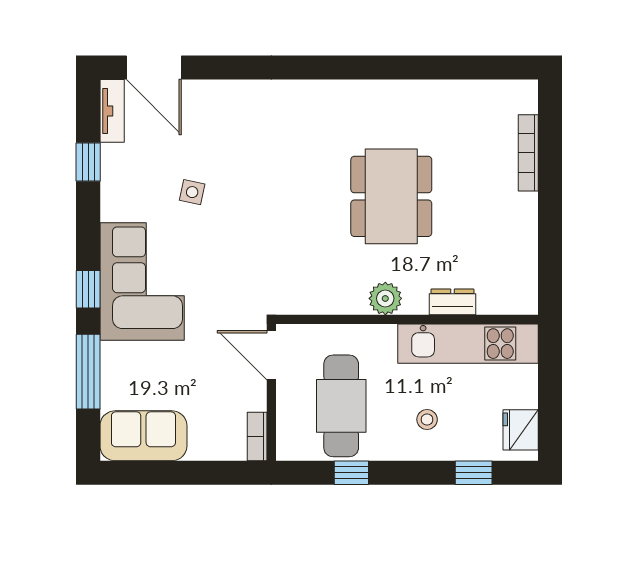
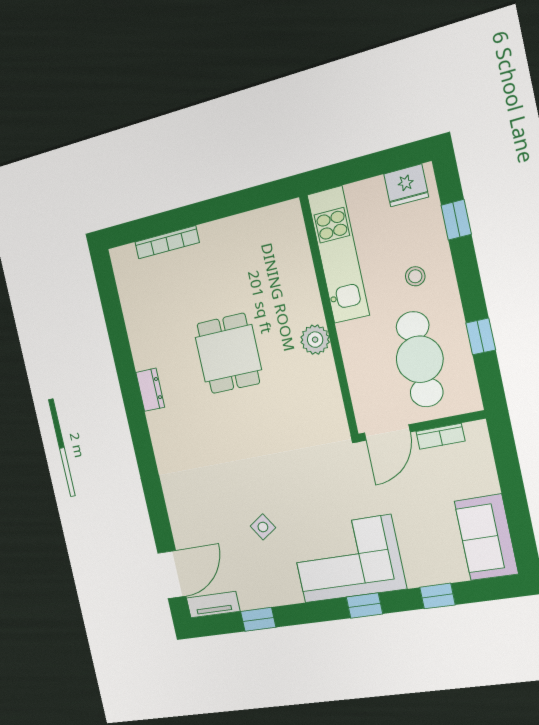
side table: (192, 192) -> (263, 527), turned 45
dining table: (391, 196) -> (228, 353), width x0.73
dresser: (452, 302) -> (150, 390), moved, turned 180
window: (88, 372) -> (437, 596), width x0.46
cafe table: (341, 406) -> (420, 359), turned 90
bookcase: (257, 437) -> (440, 436), moved

